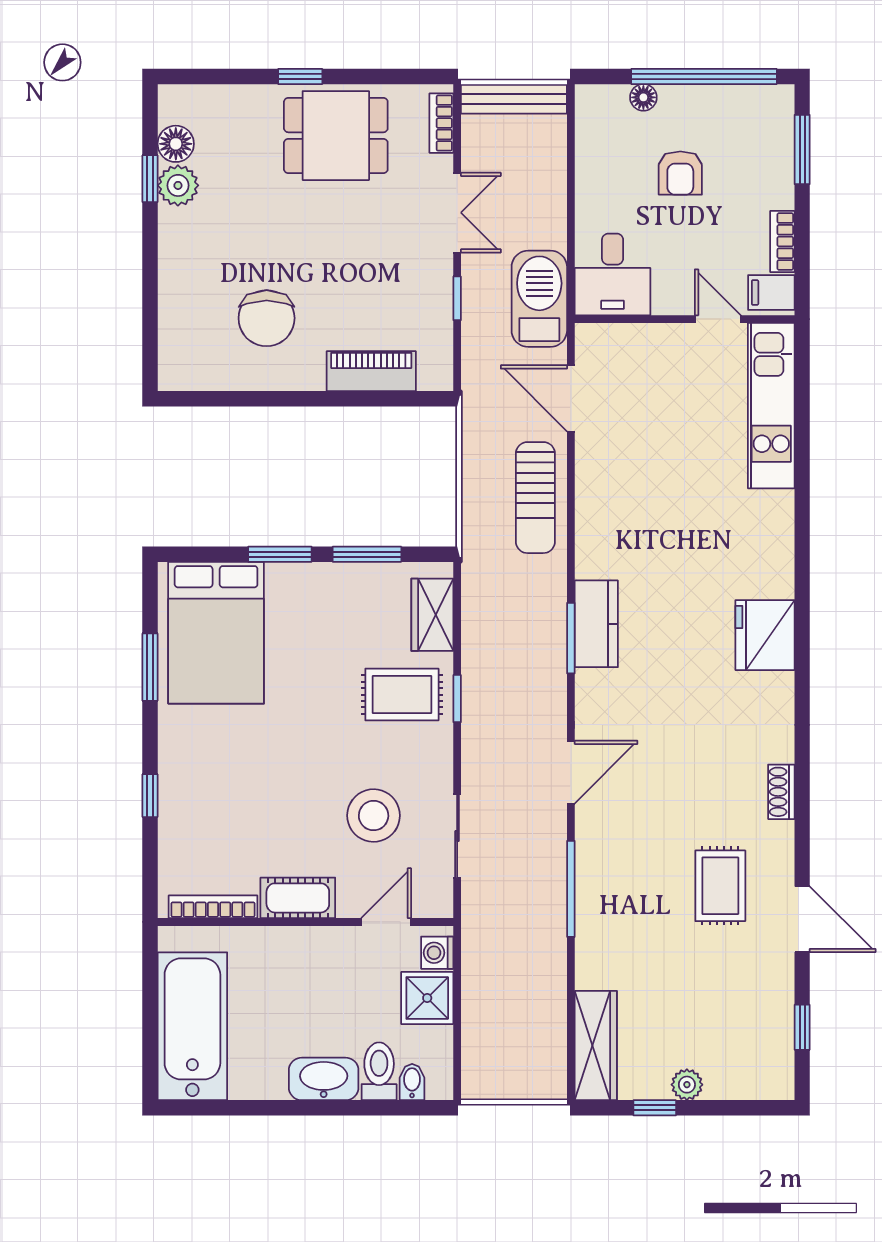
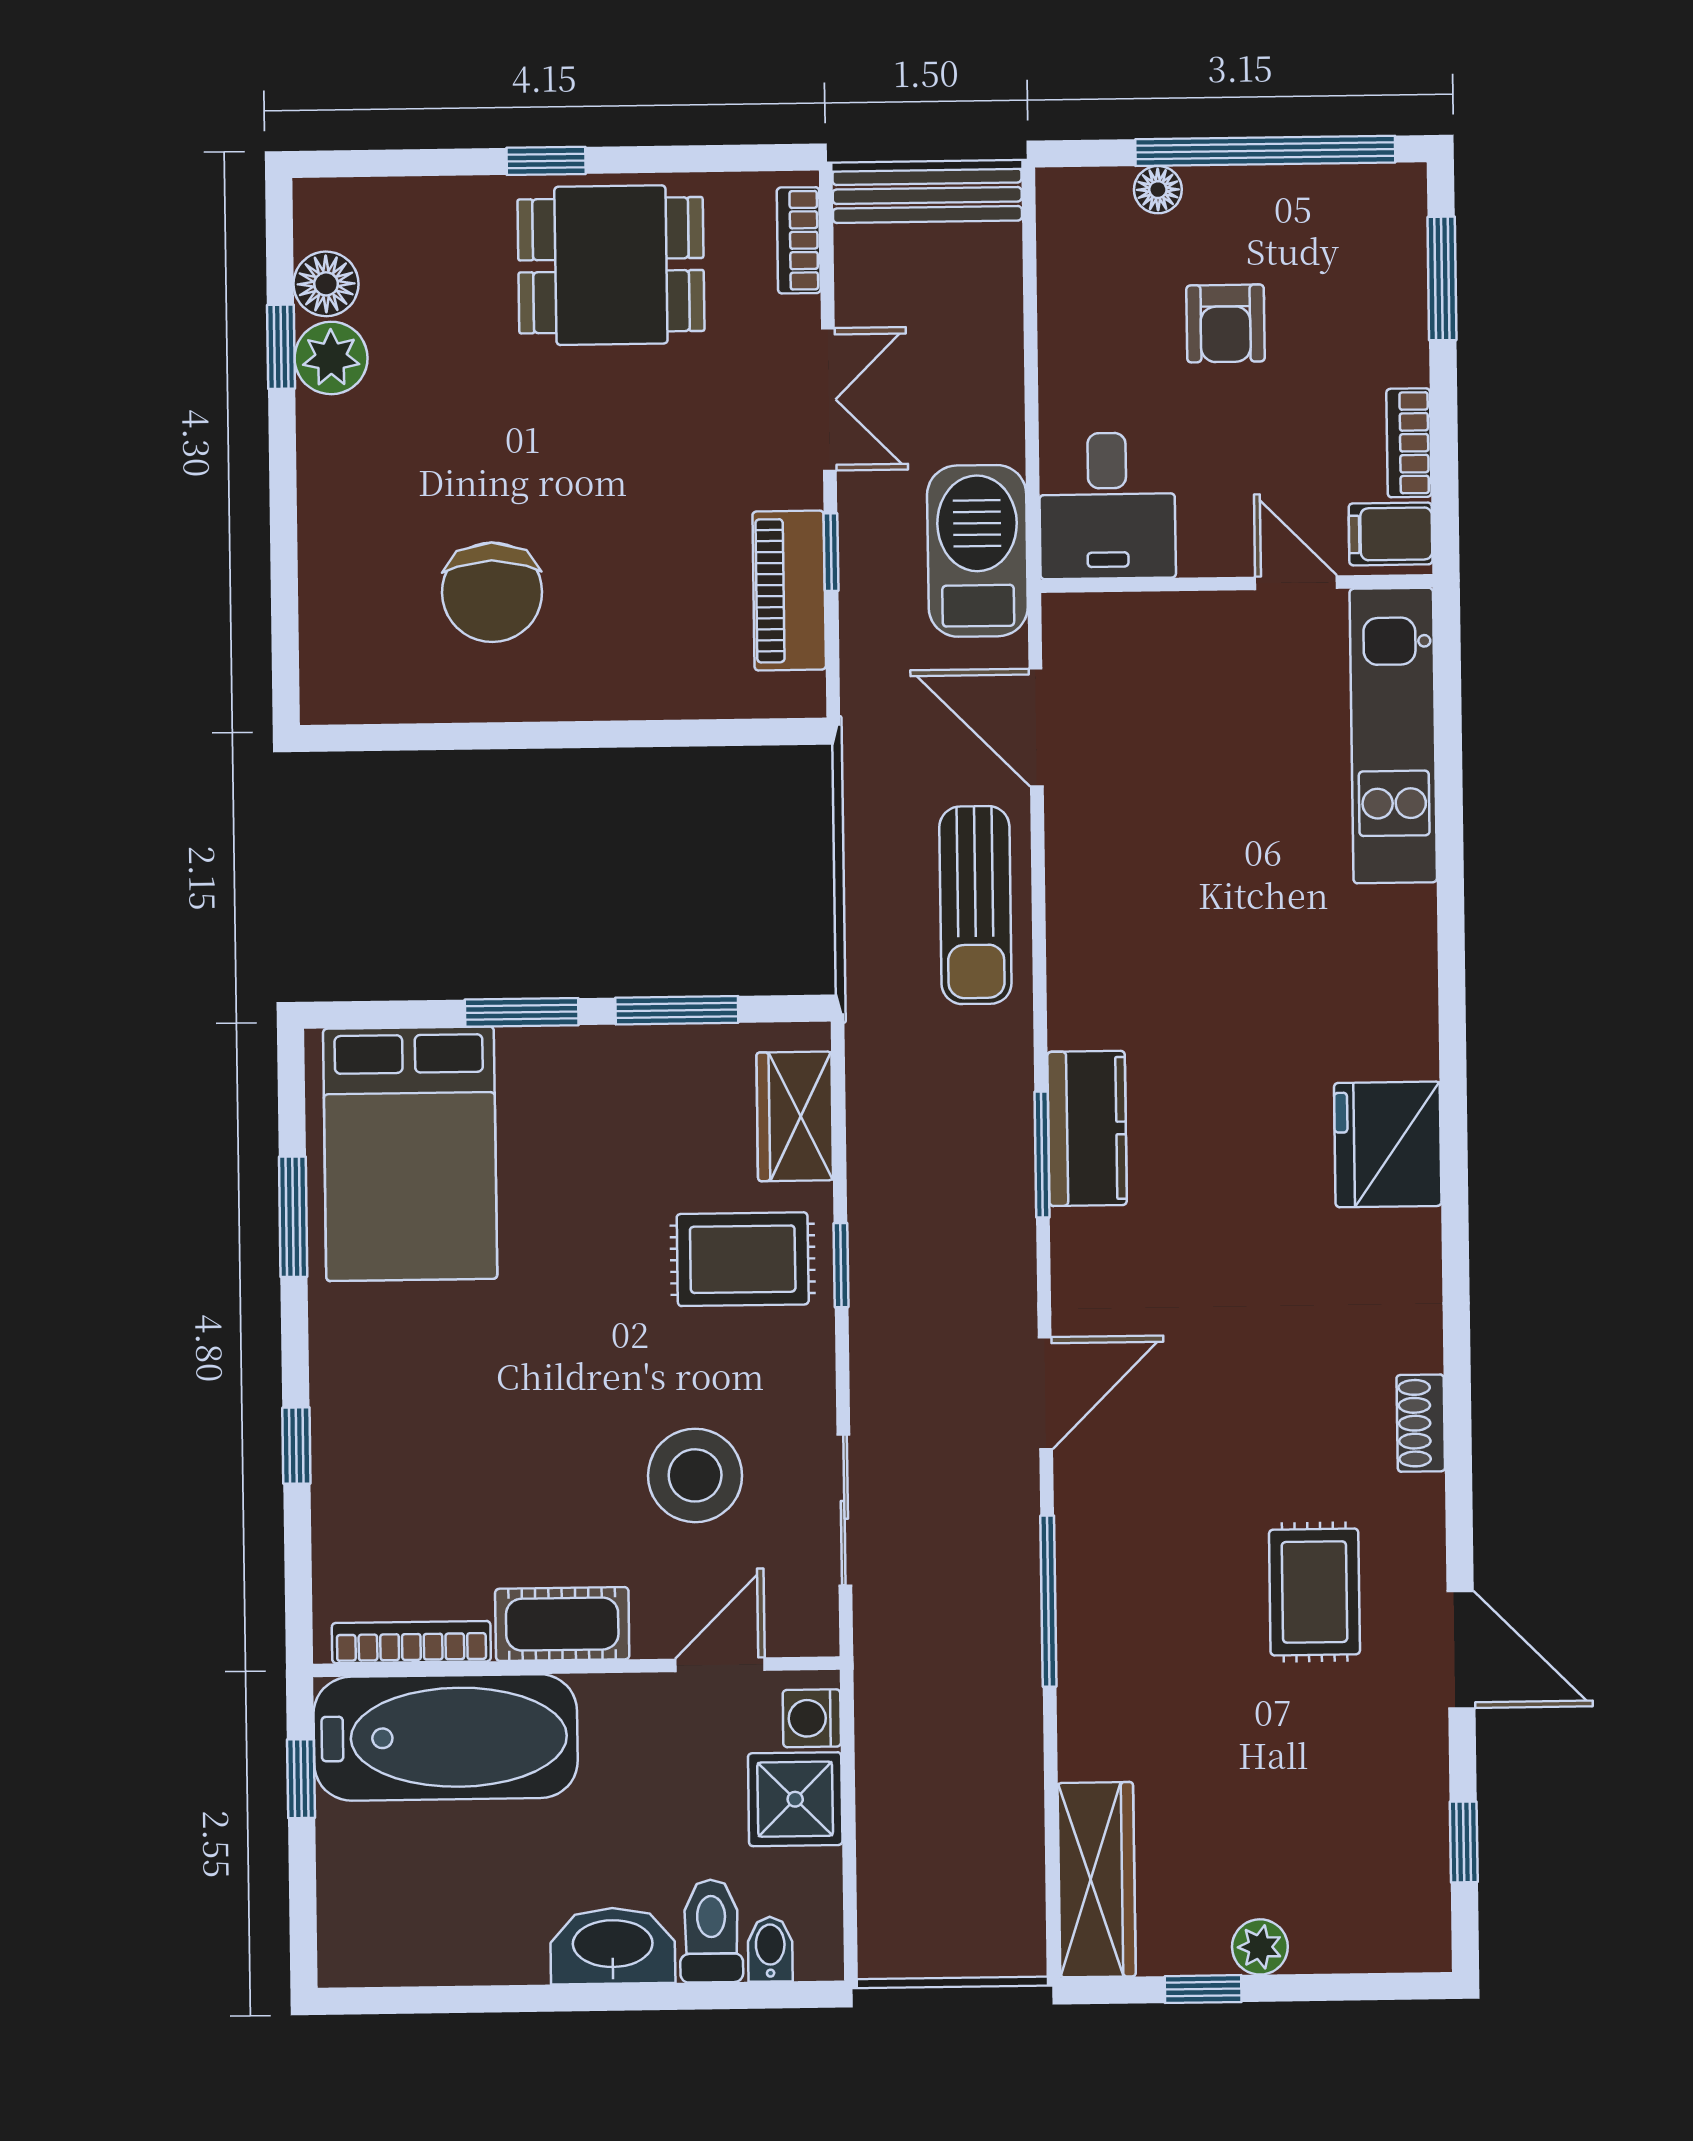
piano: (371, 371) -> (789, 591), moved, turned -90
window: (150, 983) -> (301, 1779), added
bathtub: (192, 1026) -> (446, 1737), moved, turned 90

